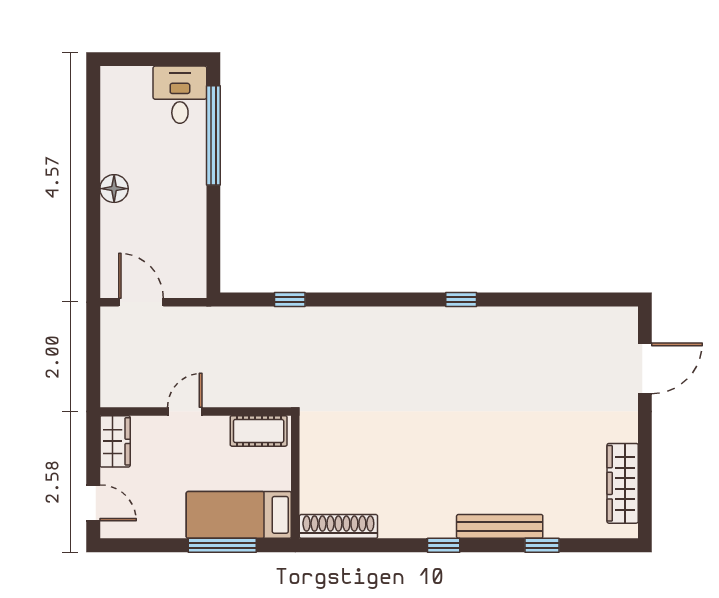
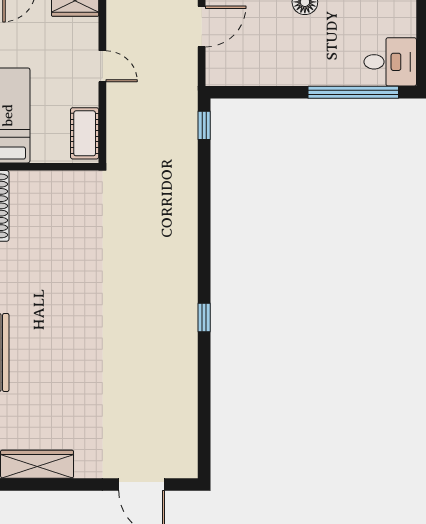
window: (290, 299) -> (204, 125), moved

